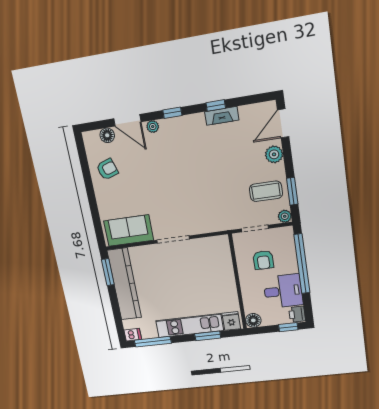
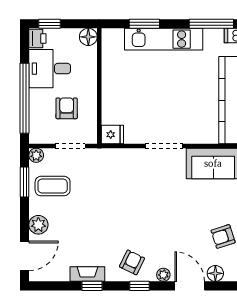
armchair: (183, 133) -> (132, 262), added
fridge: (231, 321) -> (112, 135), moved, turned -90

